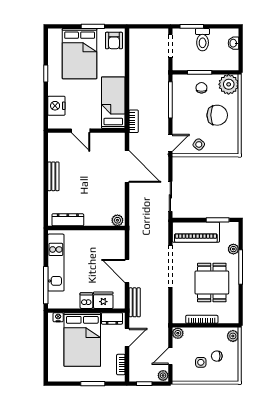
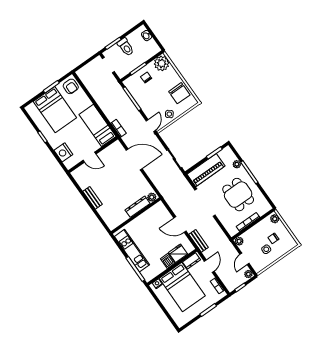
chair: (217, 115) -> (179, 93), moved, turned 90
dresser: (68, 220) -> (137, 207), moved

